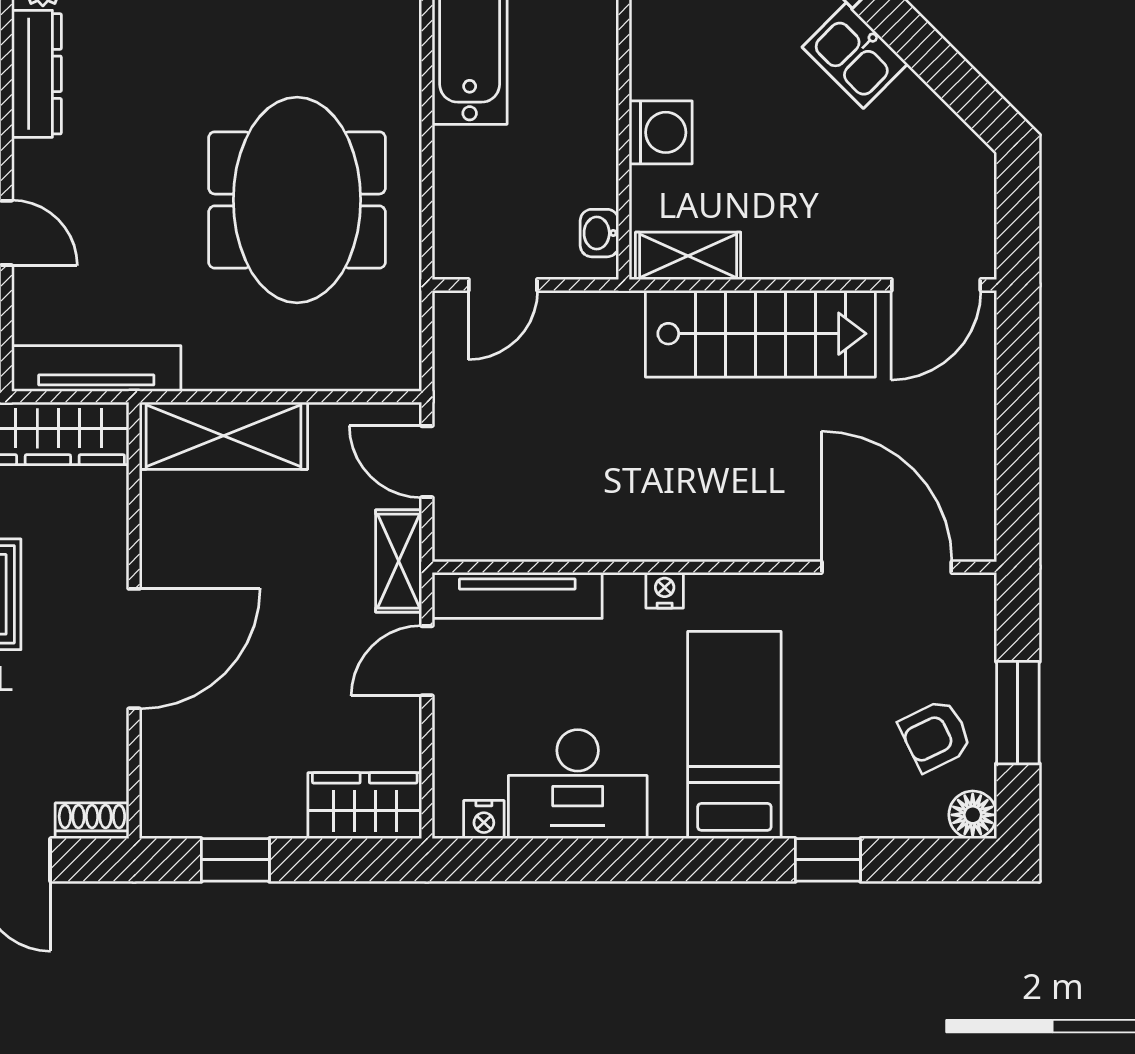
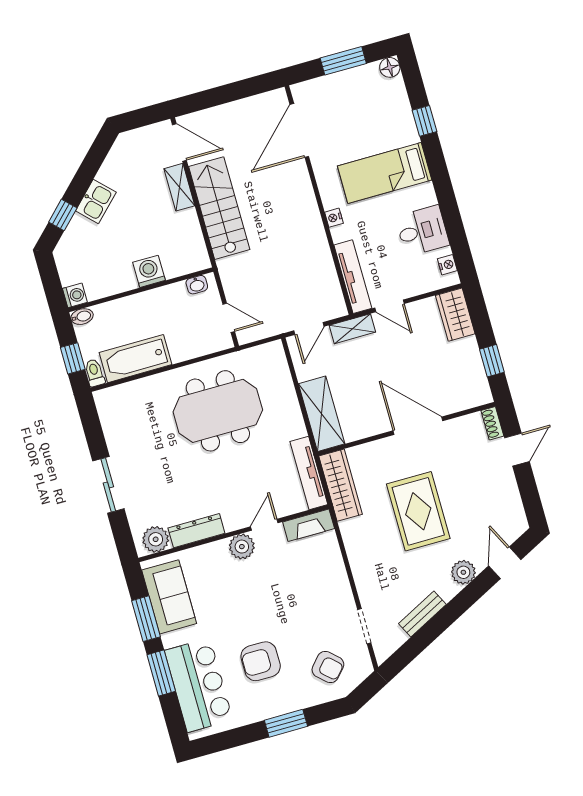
shelving: (688, 256) -> (179, 187), moved
armchair: (935, 735) -> (362, 92), removed
desk: (578, 784) -> (422, 231), width x0.73

